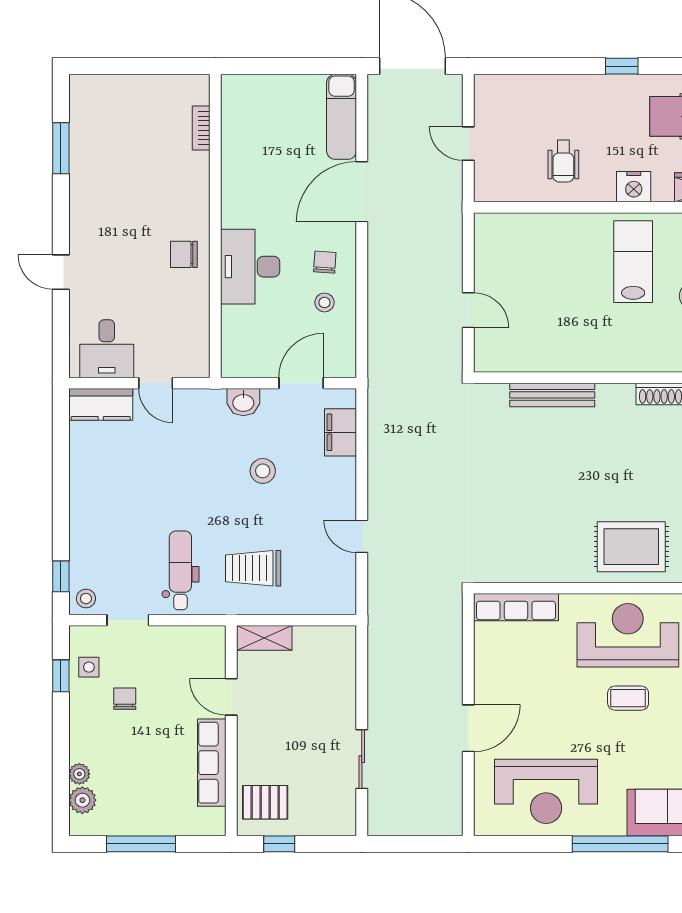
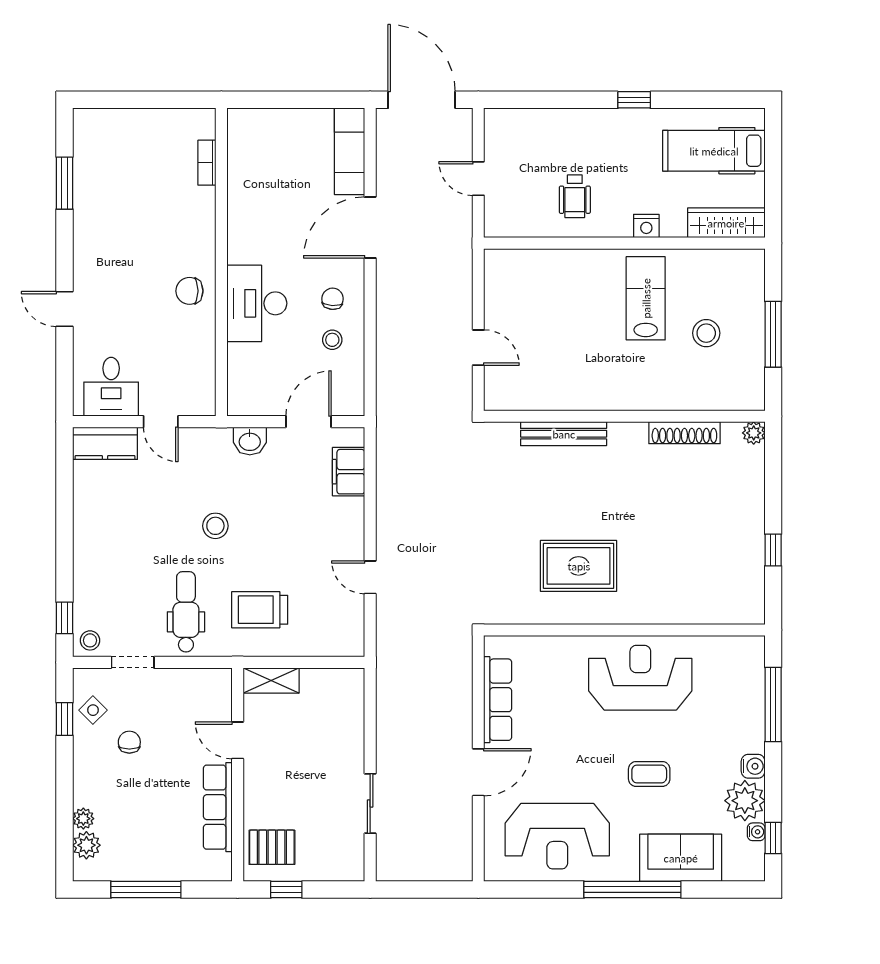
nightstand: (634, 187) -> (646, 226), width x0.74, depth x0.75
stool: (263, 471) -> (215, 526), moved
rug: (631, 547) -> (579, 566), moved
row of seats: (516, 607) -> (498, 700), moved, turned -90
side table: (89, 667) -> (93, 710), turned 45
coffee table: (628, 698) -> (649, 774), moved

